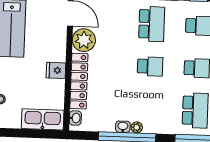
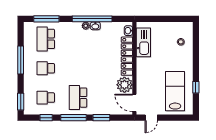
school desk: (150, 66) -> (78, 68), removed
fridge: (56, 70) -> (143, 63), removed
kitchen sink: (43, 119) -> (143, 42), moved, turned -90

